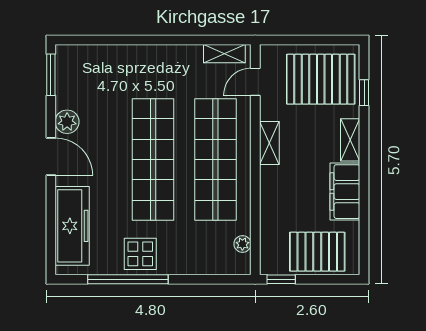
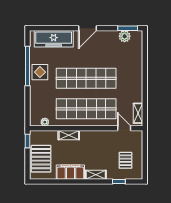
pallet: (321, 79) -> (125, 160), width x0.49, depth x0.50
plant: (67, 122) -> (125, 36), moved
shelving: (269, 143) -> (69, 135), moved

